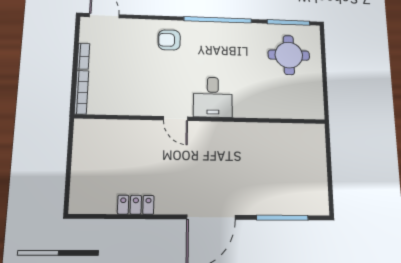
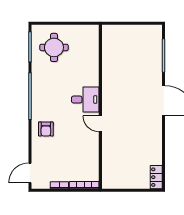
door: (176, 119) -> (100, 124), swing flipped
locker: (136, 205) -> (156, 177), moved

